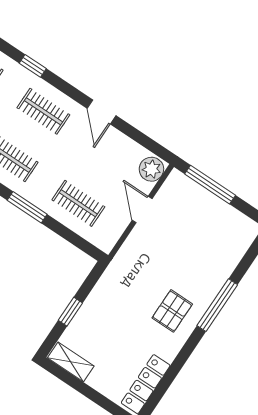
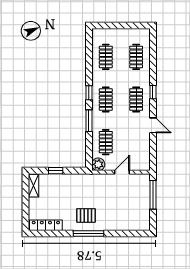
window: (33, 66) -> (153, 92), moved
door: (102, 112) -> (153, 125), swing flipped
plant: (151, 169) -> (98, 164), moved
window: (217, 305) -> (88, 234), moved

